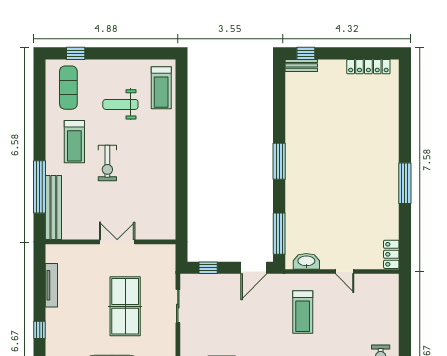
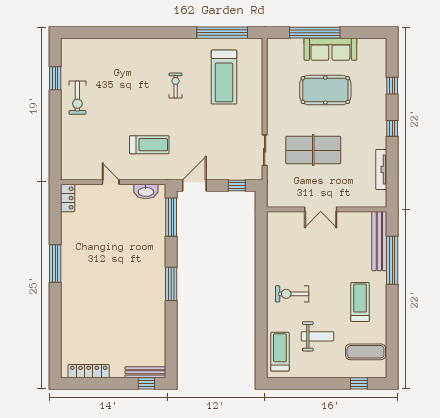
bench: (301, 65) -> (145, 372), width x1.36
exercise mat: (68, 88) -> (366, 352), turned 90
exercise bike: (107, 163) -> (292, 294), moved, turned -90
table tennis table: (125, 306) -> (313, 150), turned 90
treadmill: (303, 312) -> (149, 145), turned 90

